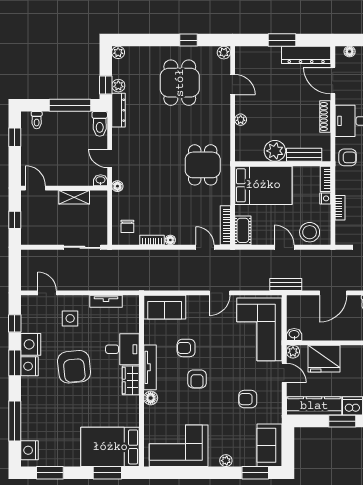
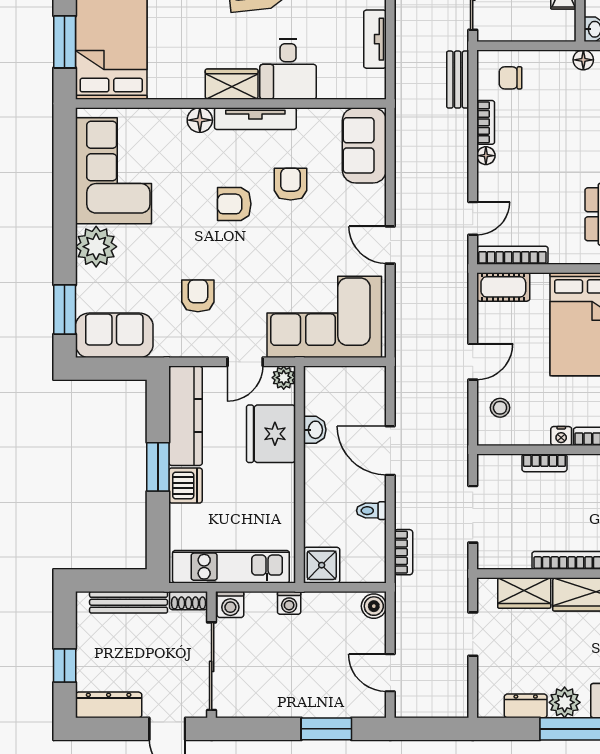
stool: (310, 232) -> (500, 408), width x0.53, depth x0.53
bench: (286, 285) -> (458, 80), moved
washbasin: (294, 335) -> (315, 430), moved
plant: (226, 461) -> (96, 247), width x1.88, depth x1.88

